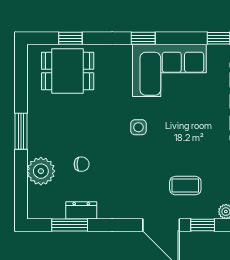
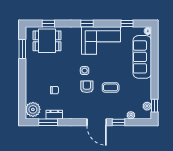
window: (21, 131) -> (22, 49), moved
armchair: (143, 158) -> (87, 87), added
plant: (41, 171) -> (33, 109), moved
coffee table: (185, 186) -> (111, 87), moved

